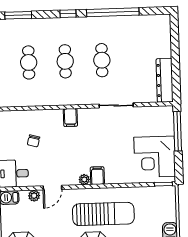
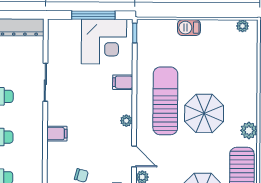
window: (178, 131) -> (93, 15), moved
filing cabinet: (97, 176) -> (123, 82), moved

